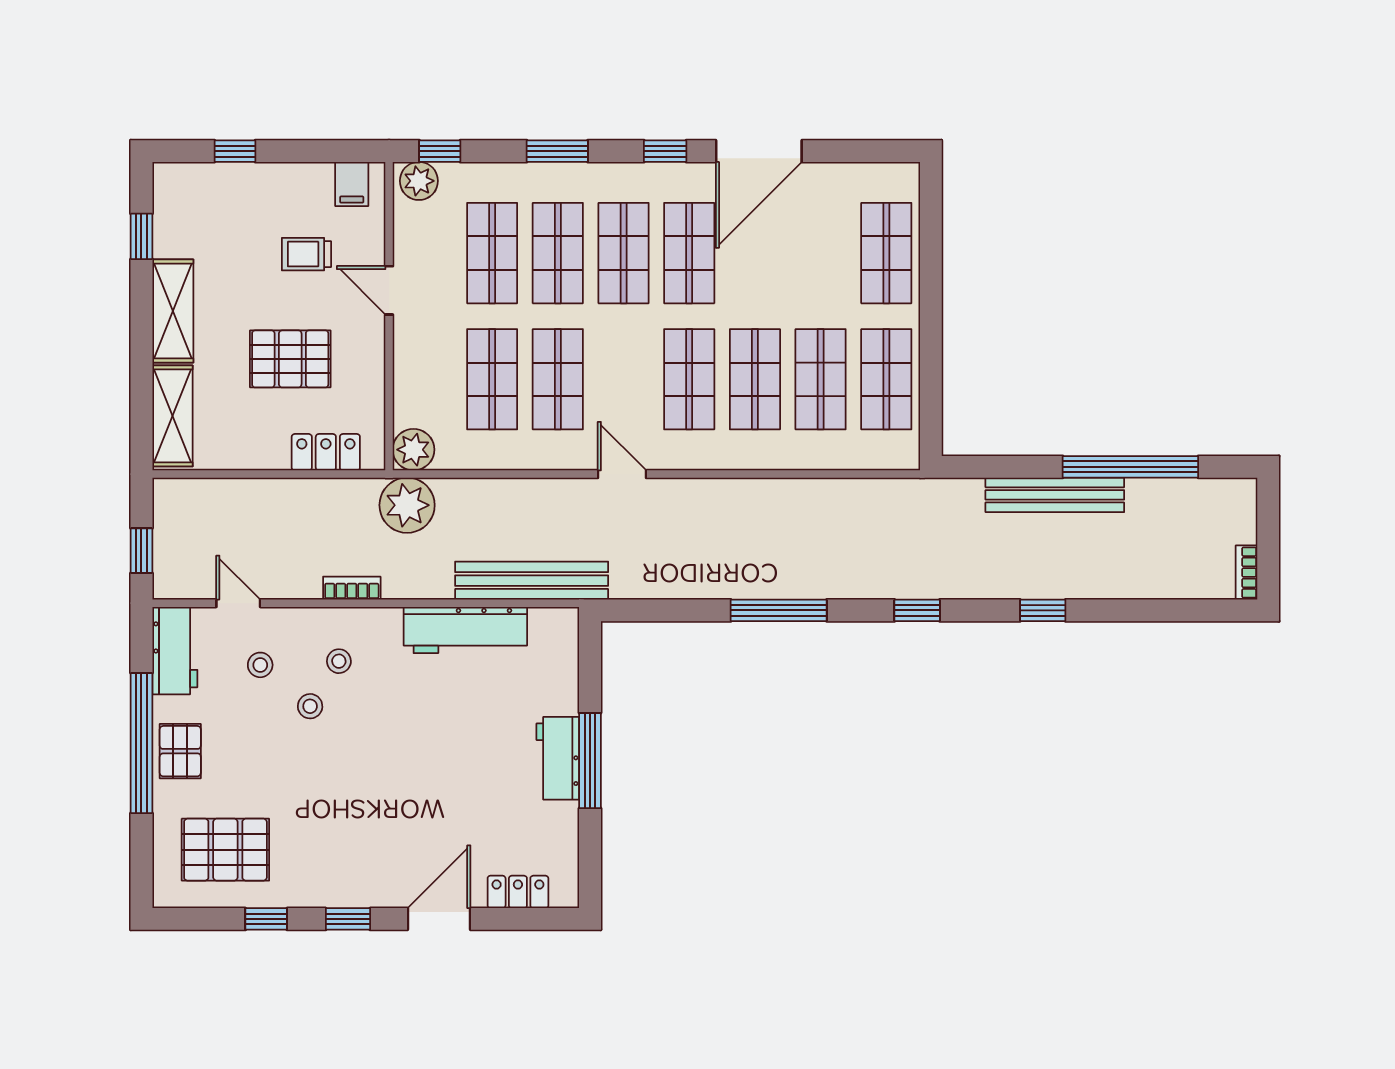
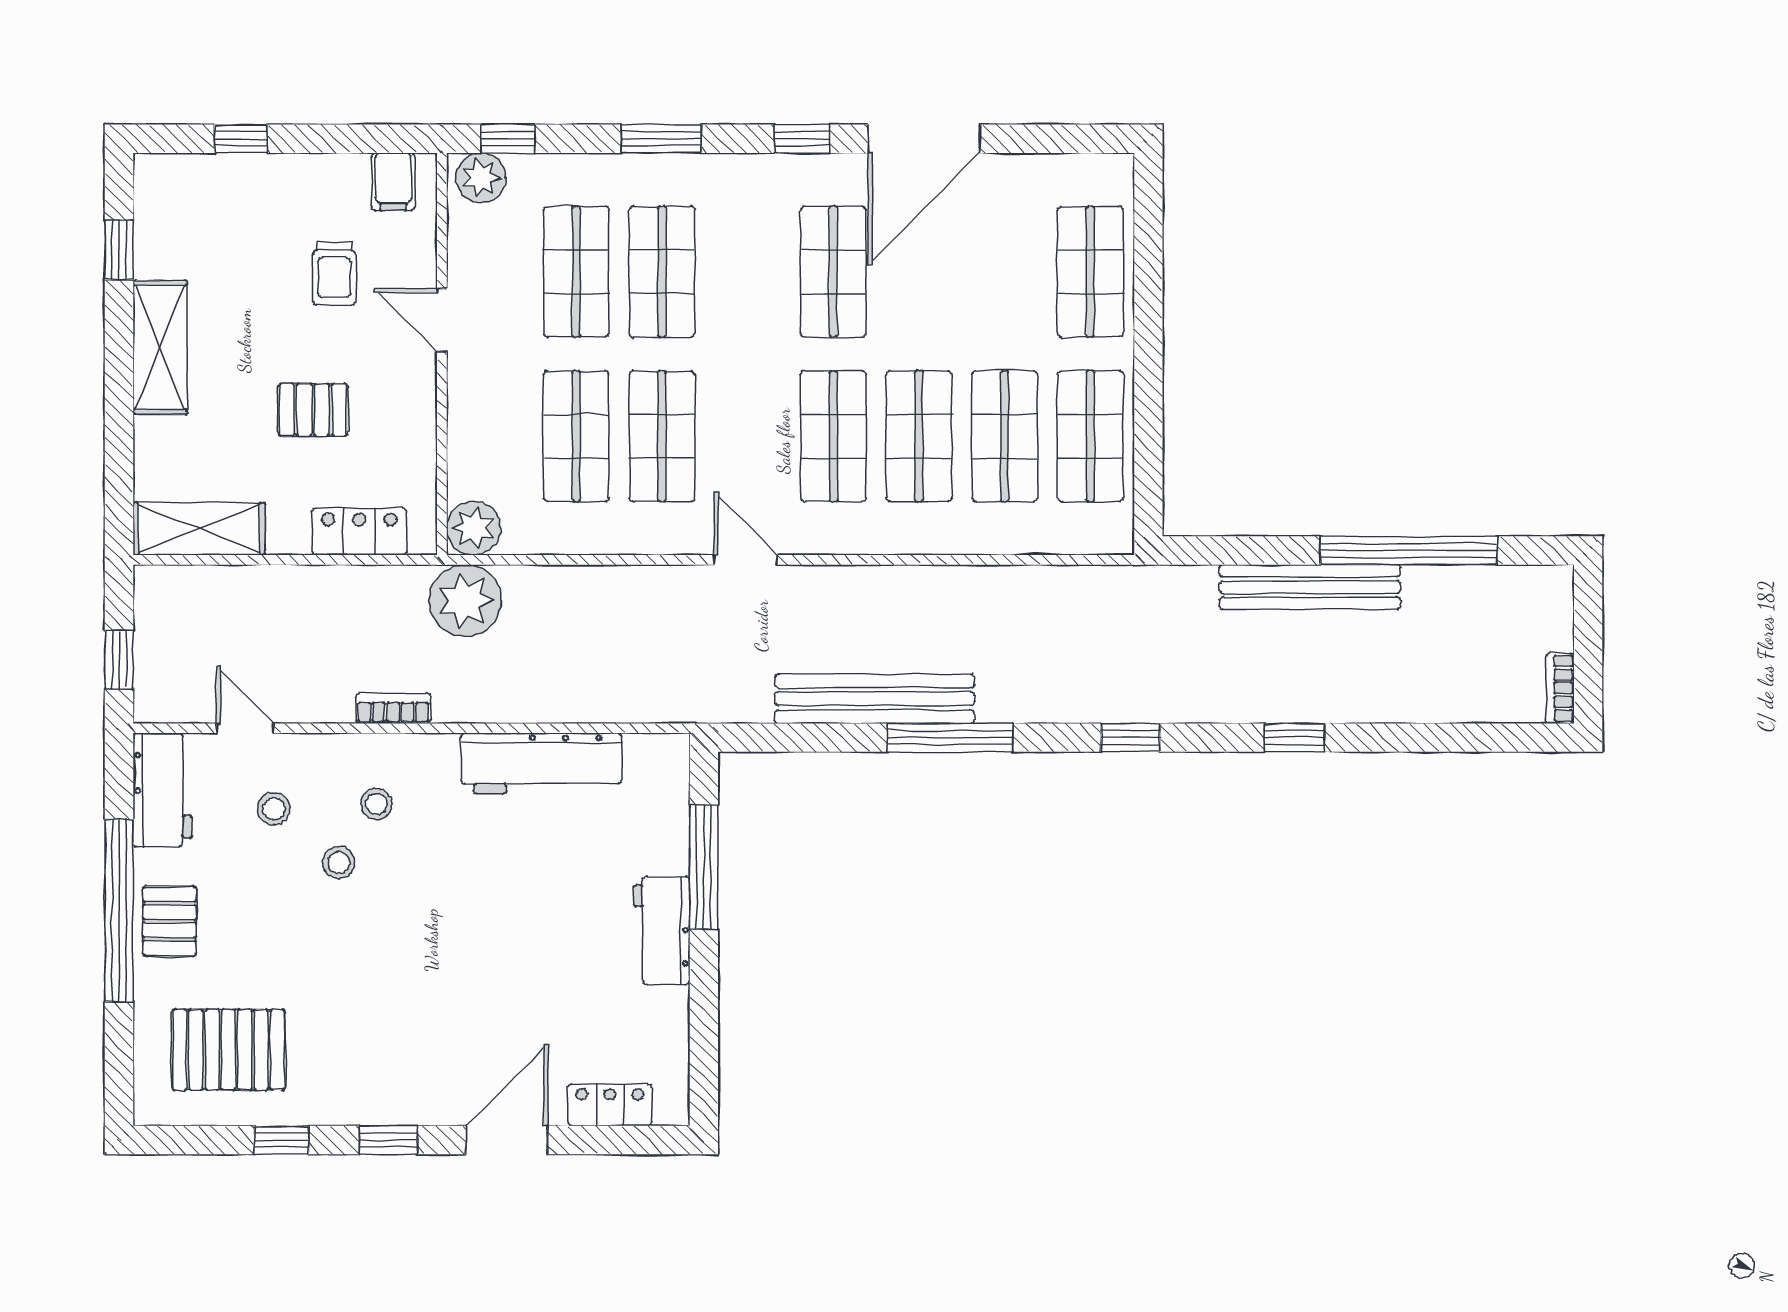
shop shelf: (624, 253) -> (748, 272), removed
trolley: (306, 254) -> (334, 273), turned -90
pallet: (290, 359) -> (313, 410), width x0.67, depth x0.71
shelving: (172, 416) -> (199, 529), moved, turned 90
bench: (532, 581) -> (875, 699), moved
window: (590, 761) -> (704, 867), moved

